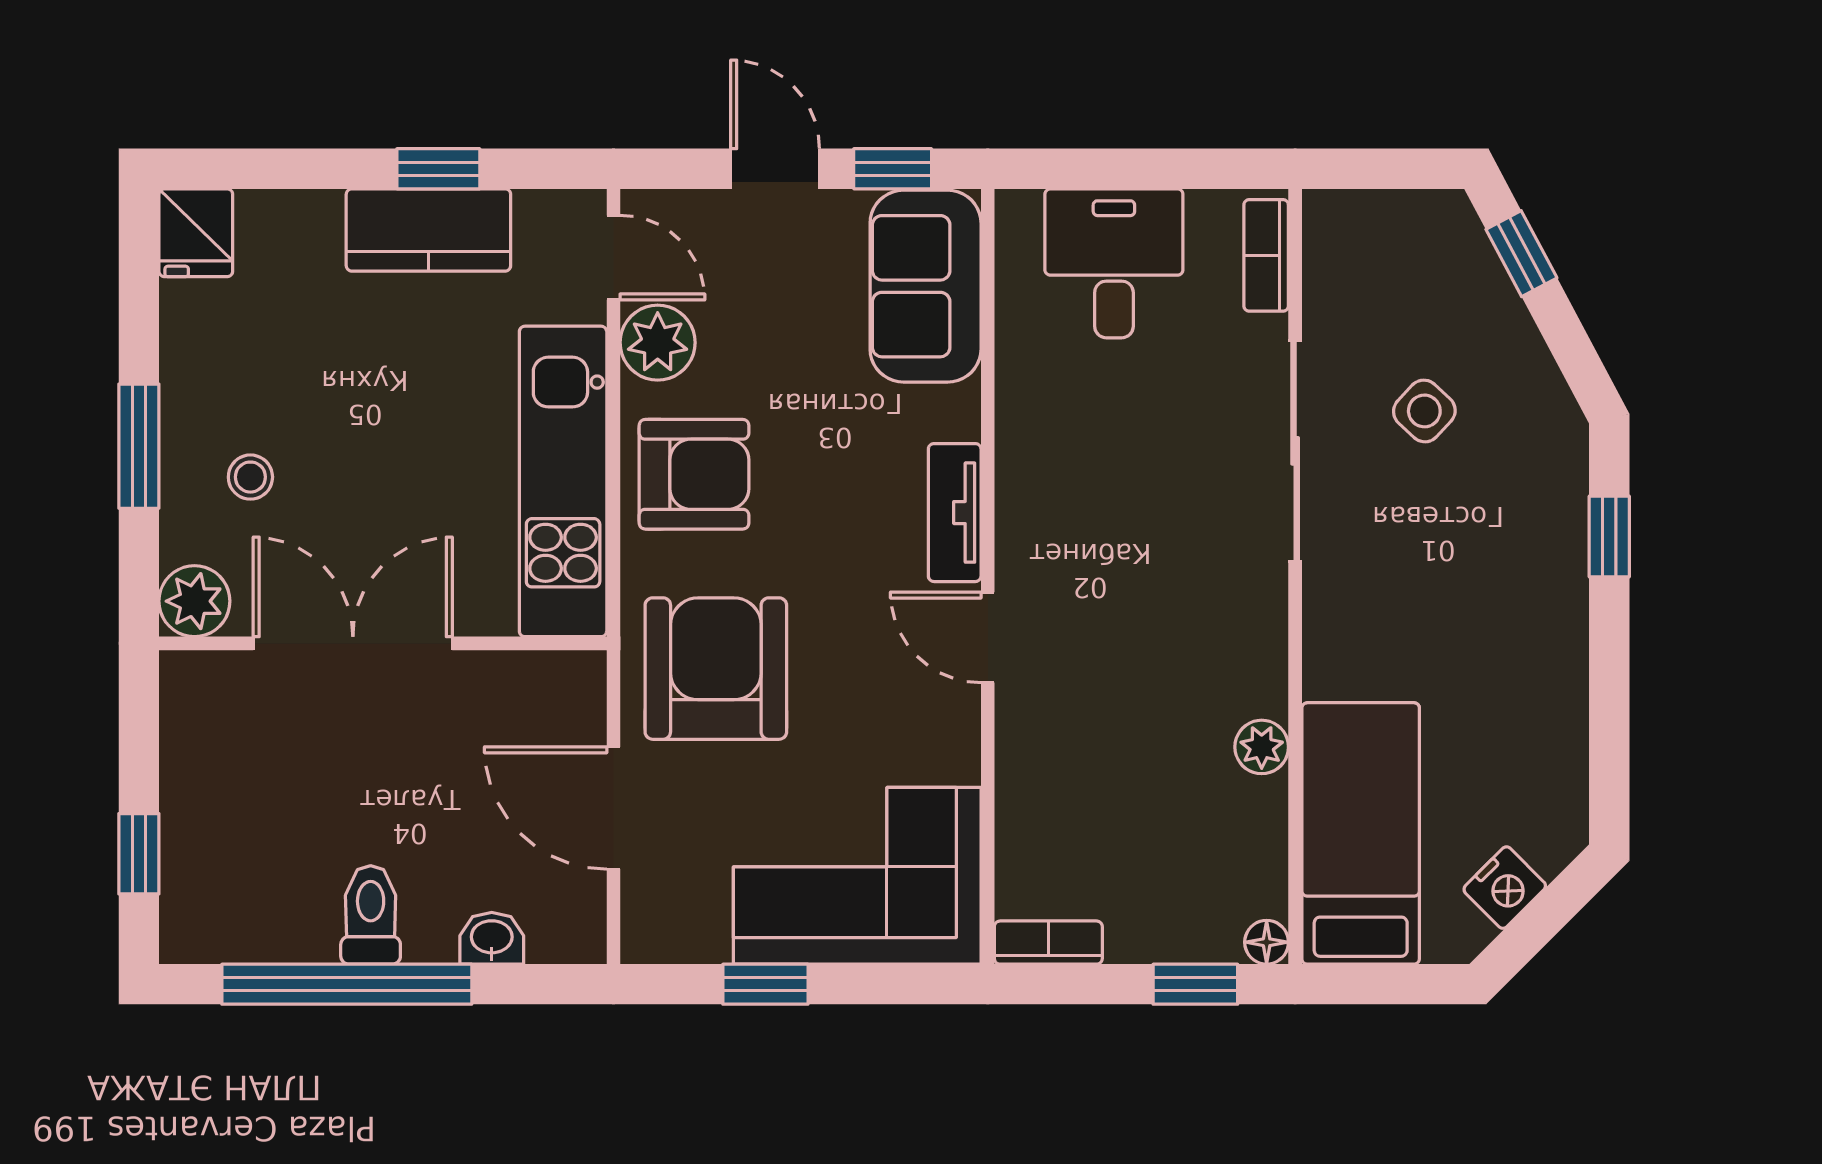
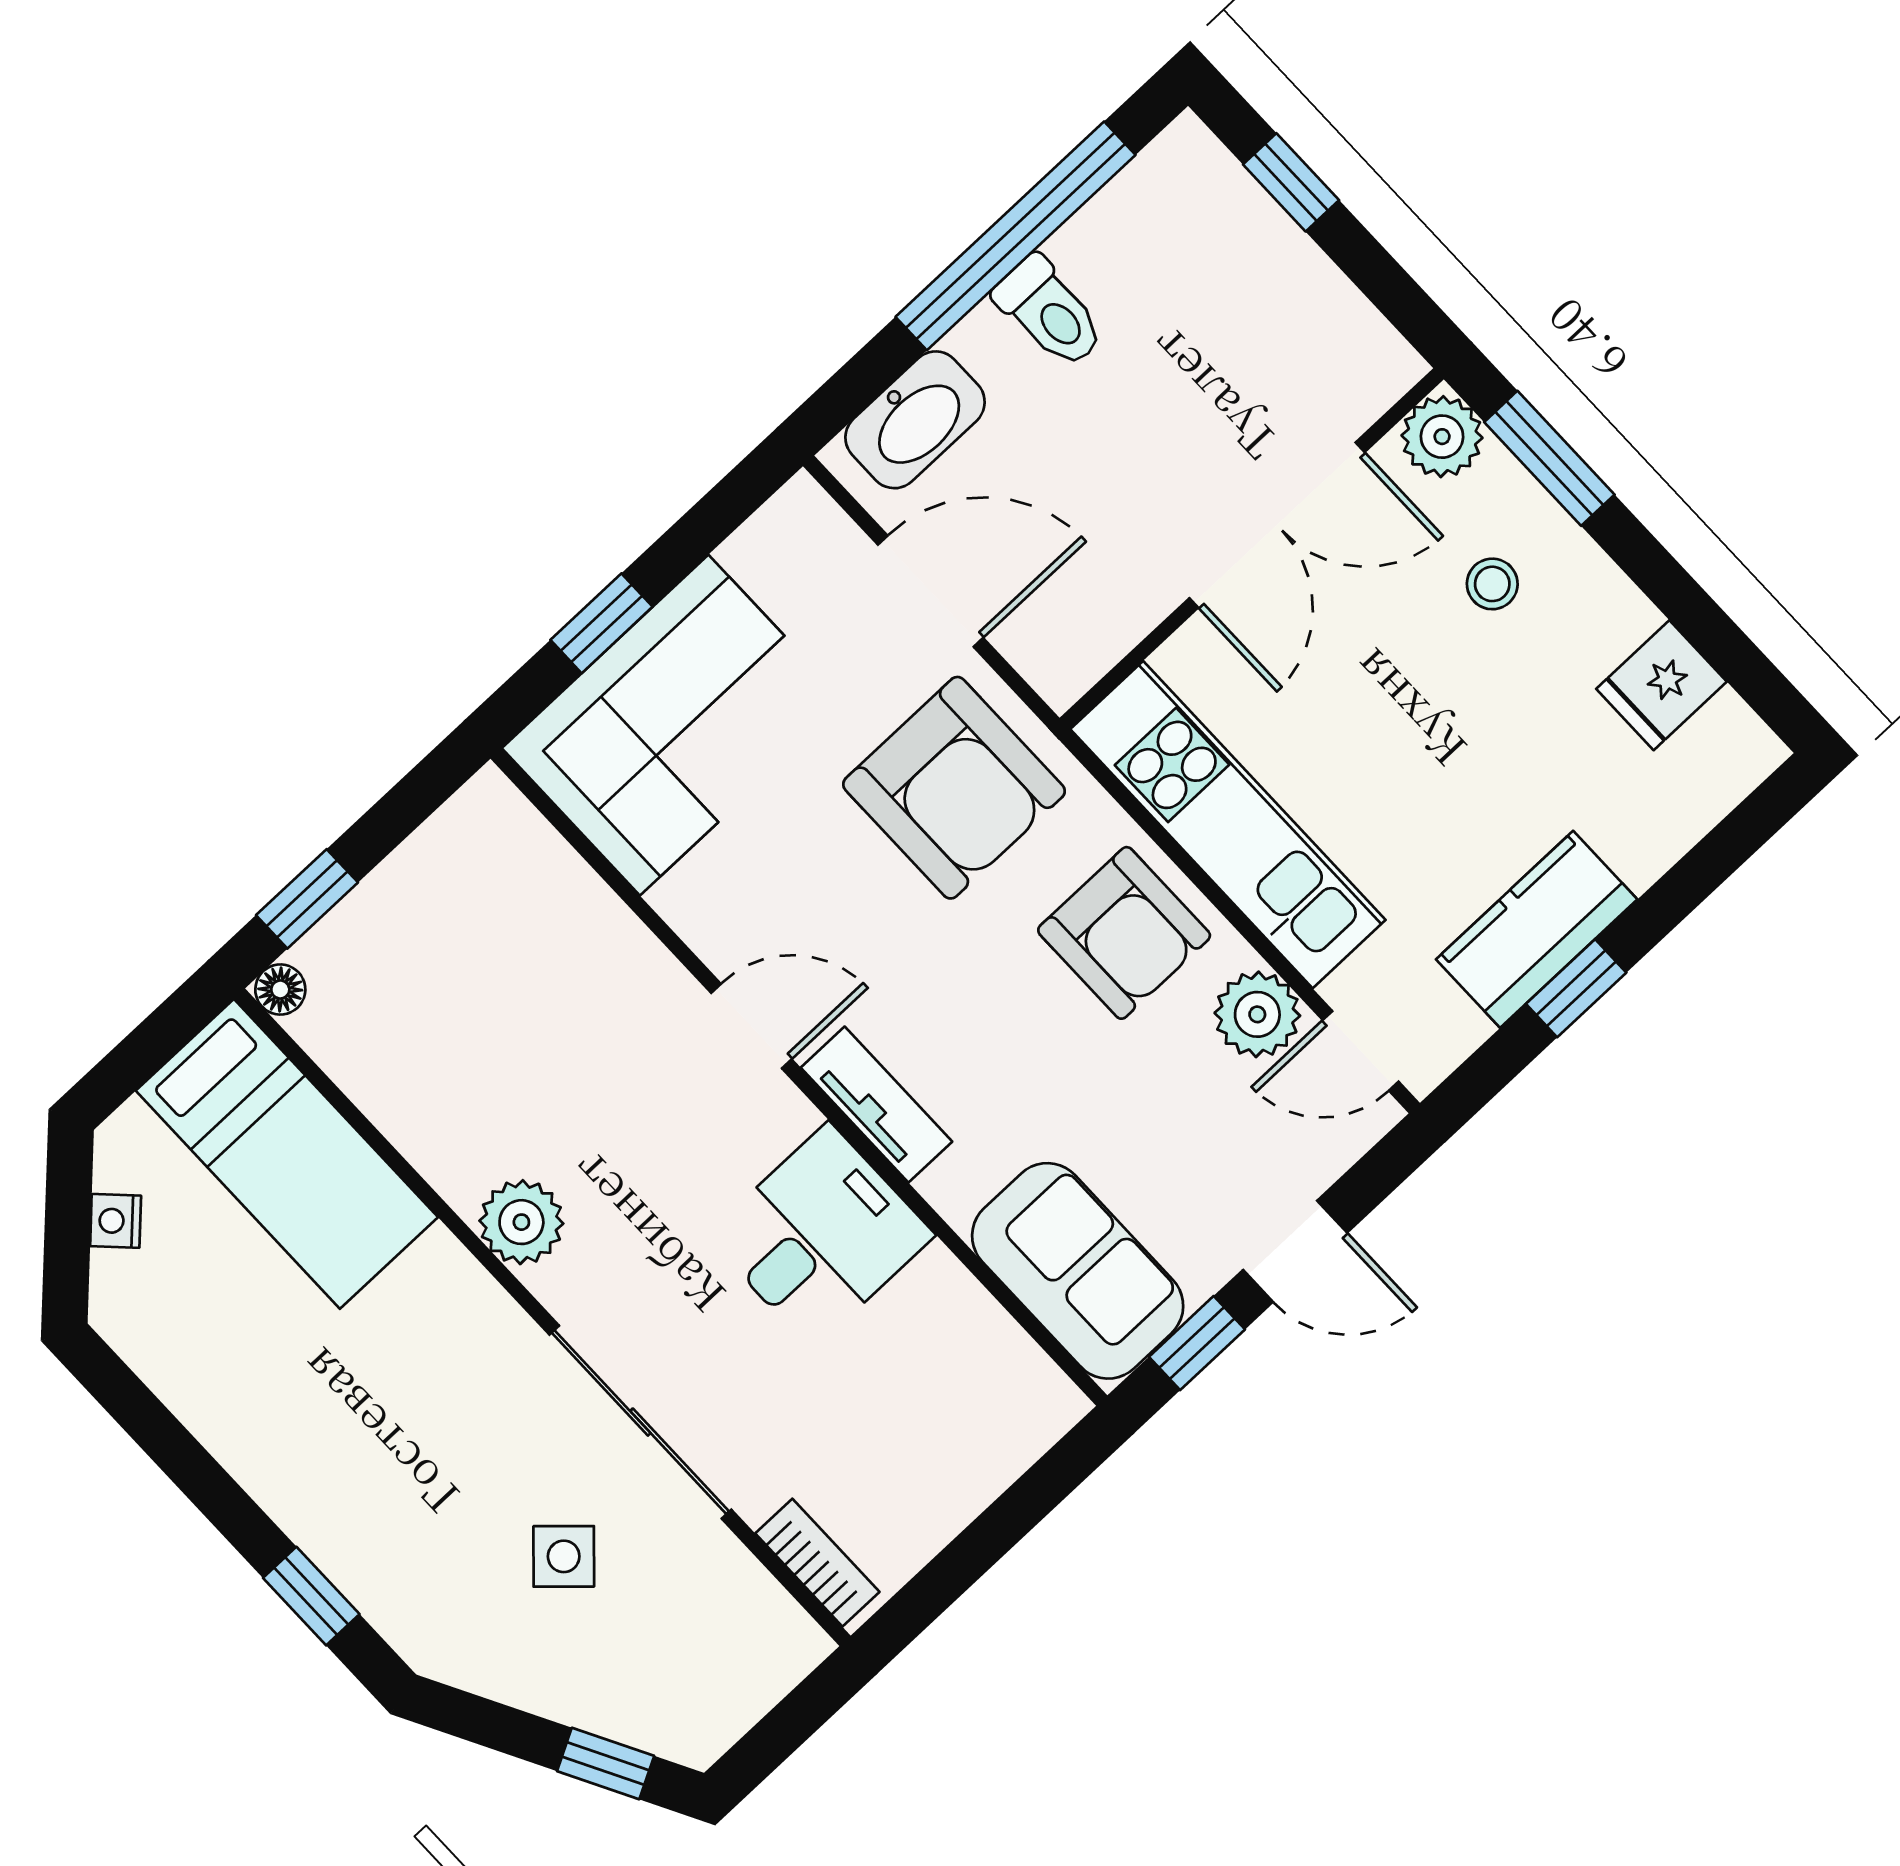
fridge: (196, 233) -> (1661, 685), moved, turned -90
desk: (1114, 263) -> (820, 1236), moved, turned -90
window: (139, 446) -> (1549, 458), moved
armchair: (694, 474) -> (1124, 933), turned -90
plant: (1262, 747) -> (521, 1222), moved, width x1.38, depth x1.38
nightstand: (1505, 888) -> (116, 1221), width x0.72, depth x0.74
washbasin: (492, 938) -> (915, 420), width x1.91, depth x1.45
bookcase: (1048, 943) -> (462, 819), removed
window: (765, 984) -> (601, 623), moved

